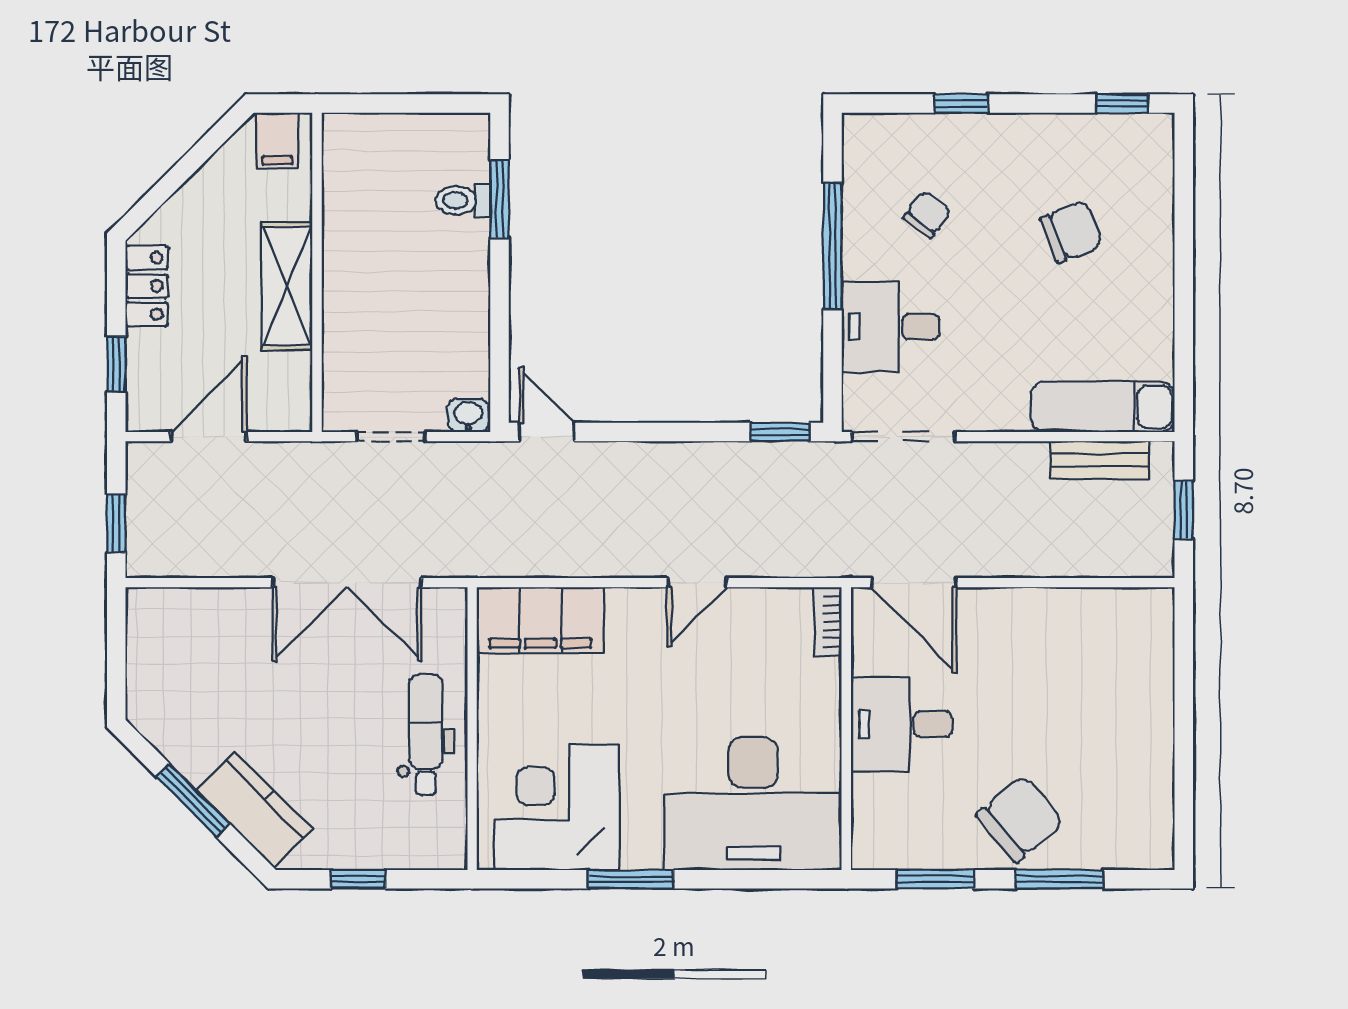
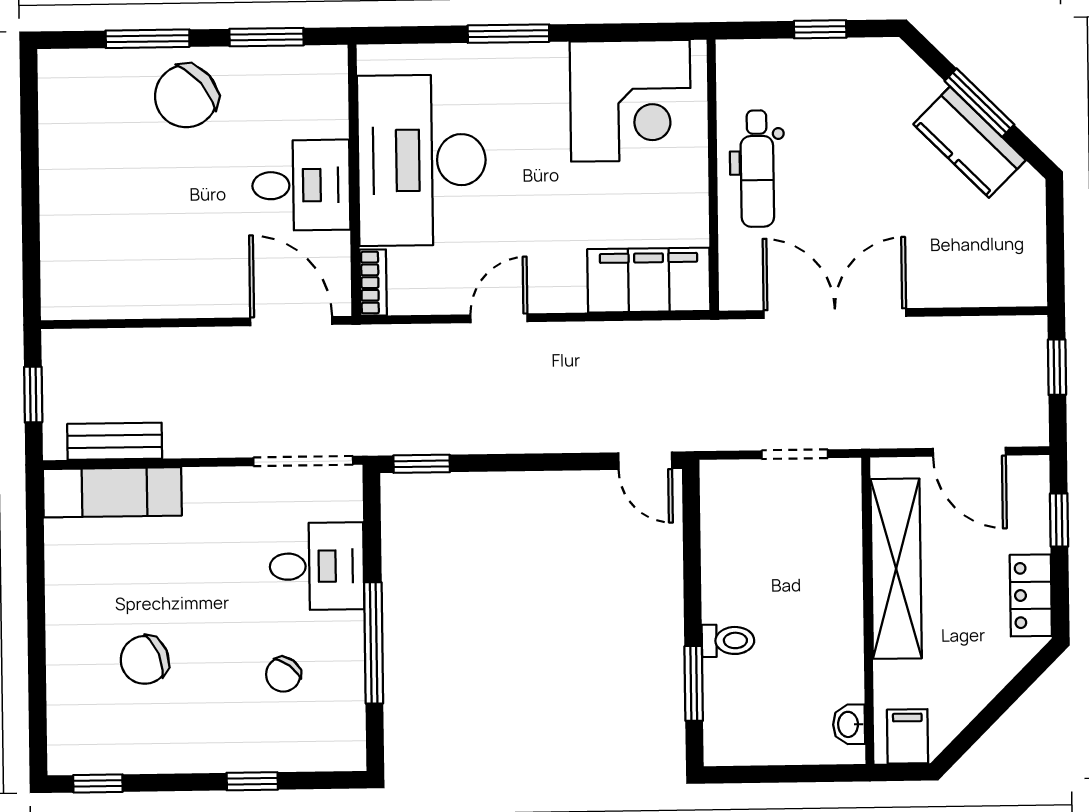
toilet: (463, 201) -> (728, 641), moved
shelving: (287, 286) -> (896, 569), width x1.47
washbasin: (468, 415) -> (849, 724), moved, turned 90
door: (209, 437) -> (969, 452), hinge flipped
desk: (753, 804) -> (422, 160), moved, turned -90
kitchen counter: (254, 810) -> (970, 142), moved
window: (631, 879) -> (508, 34), moved

